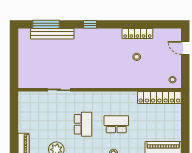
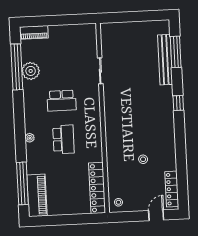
locker: (137, 33) -> (172, 189), moved

